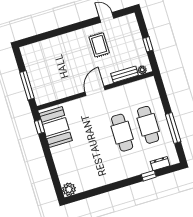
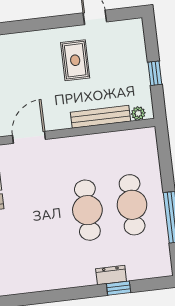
bench: (125, 74) -> (100, 117), width x1.36
door: (95, 91) -> (29, 137), moved
dresser: (160, 164) -> (111, 275), moved

